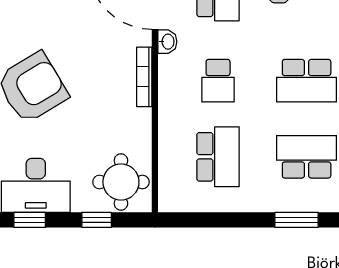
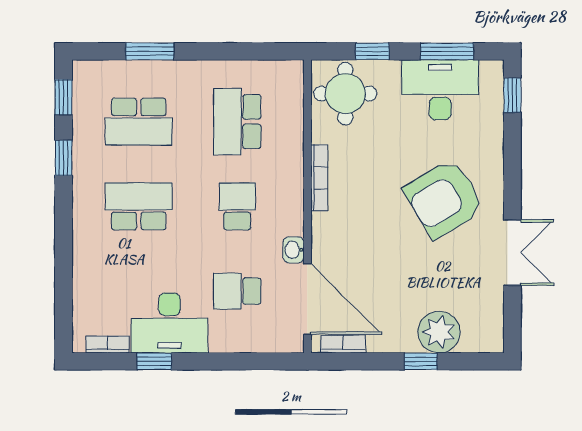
bookcase: (144, 77) -> (319, 178), moved
window: (30, 220) -> (447, 51), width x1.50

